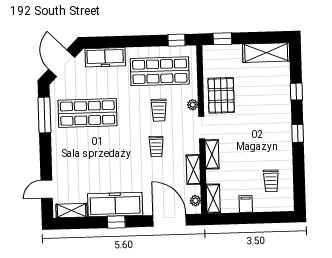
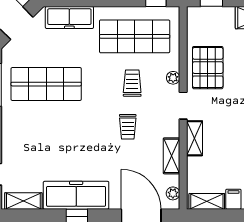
trolley: (159, 110) -> (132, 83), turned 180
shelving: (213, 199) -> (207, 201), moved, turned 90

